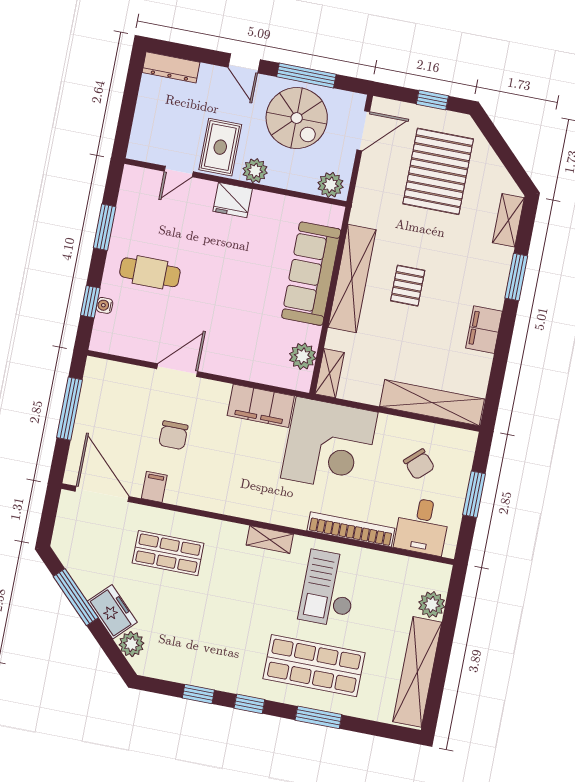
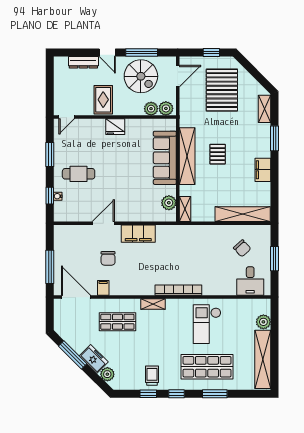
dresser: (171, 67) -> (83, 62), moved
plant: (255, 171) -> (151, 109), moved
door: (179, 172) -> (67, 117), moved
filing cabinet: (261, 406) -> (138, 234), moved
window: (69, 409) -> (50, 267), moved
corner desk: (329, 445) -> (192, 247), removed
bookcase: (351, 529) -> (178, 290), moved
shelving: (270, 539) -> (153, 304), moved
trolley: (212, 663) -> (152, 376), added

